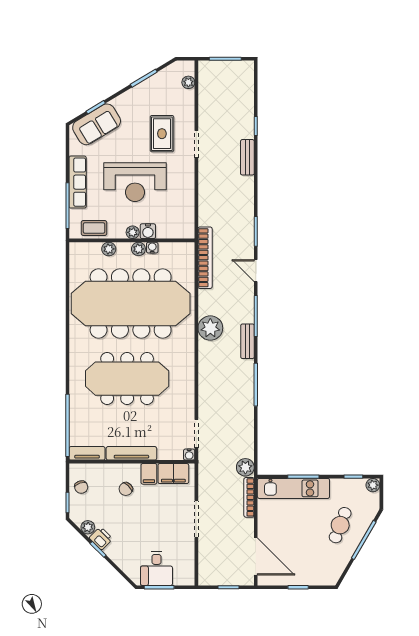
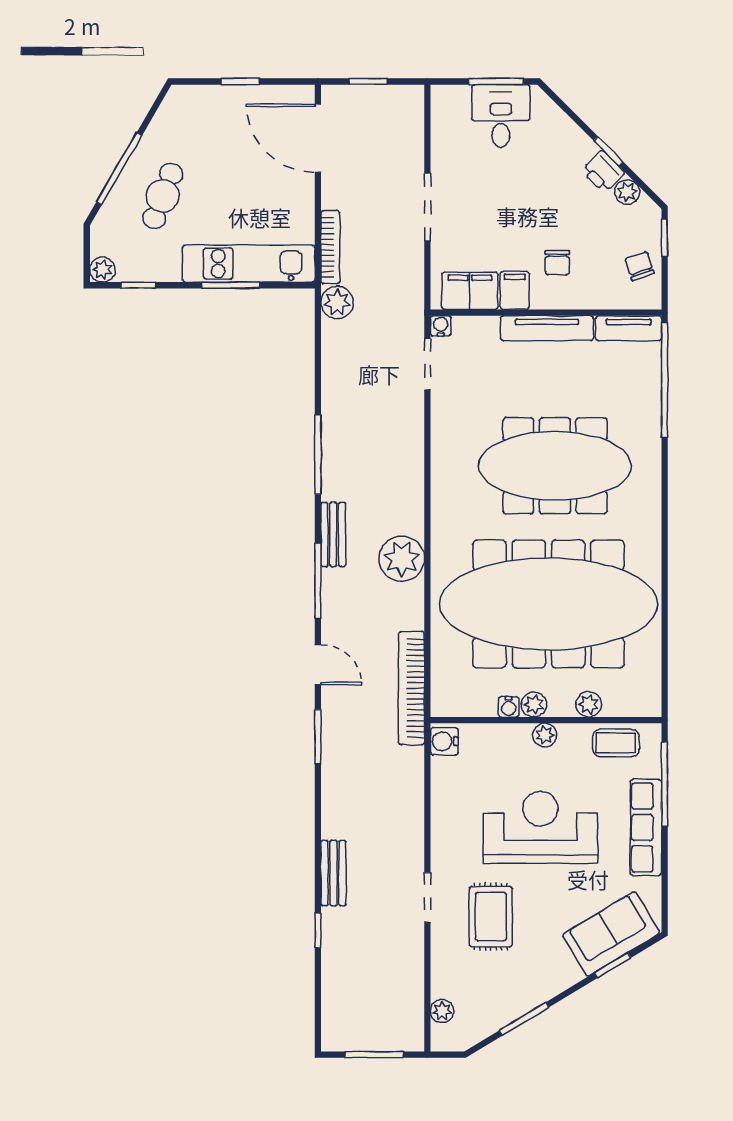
water cooler: (148, 231) -> (444, 741), moved, turned -90
chair: (126, 489) -> (557, 262), turned 135

